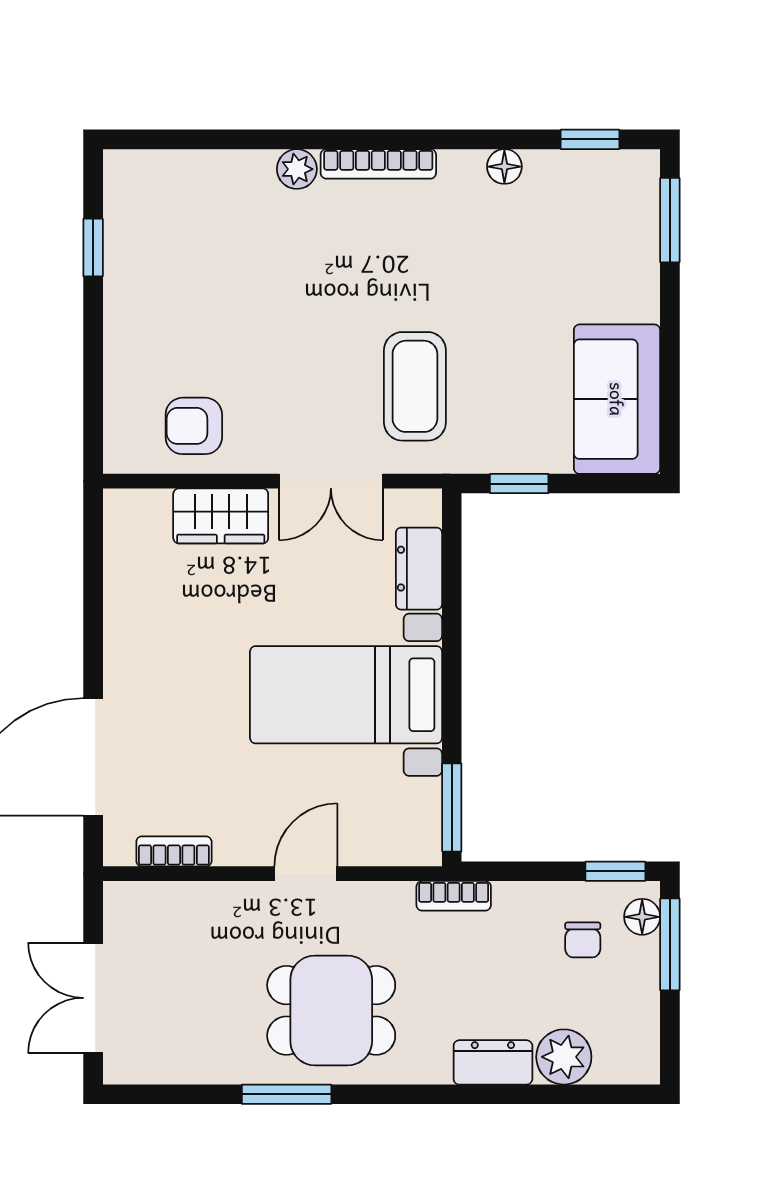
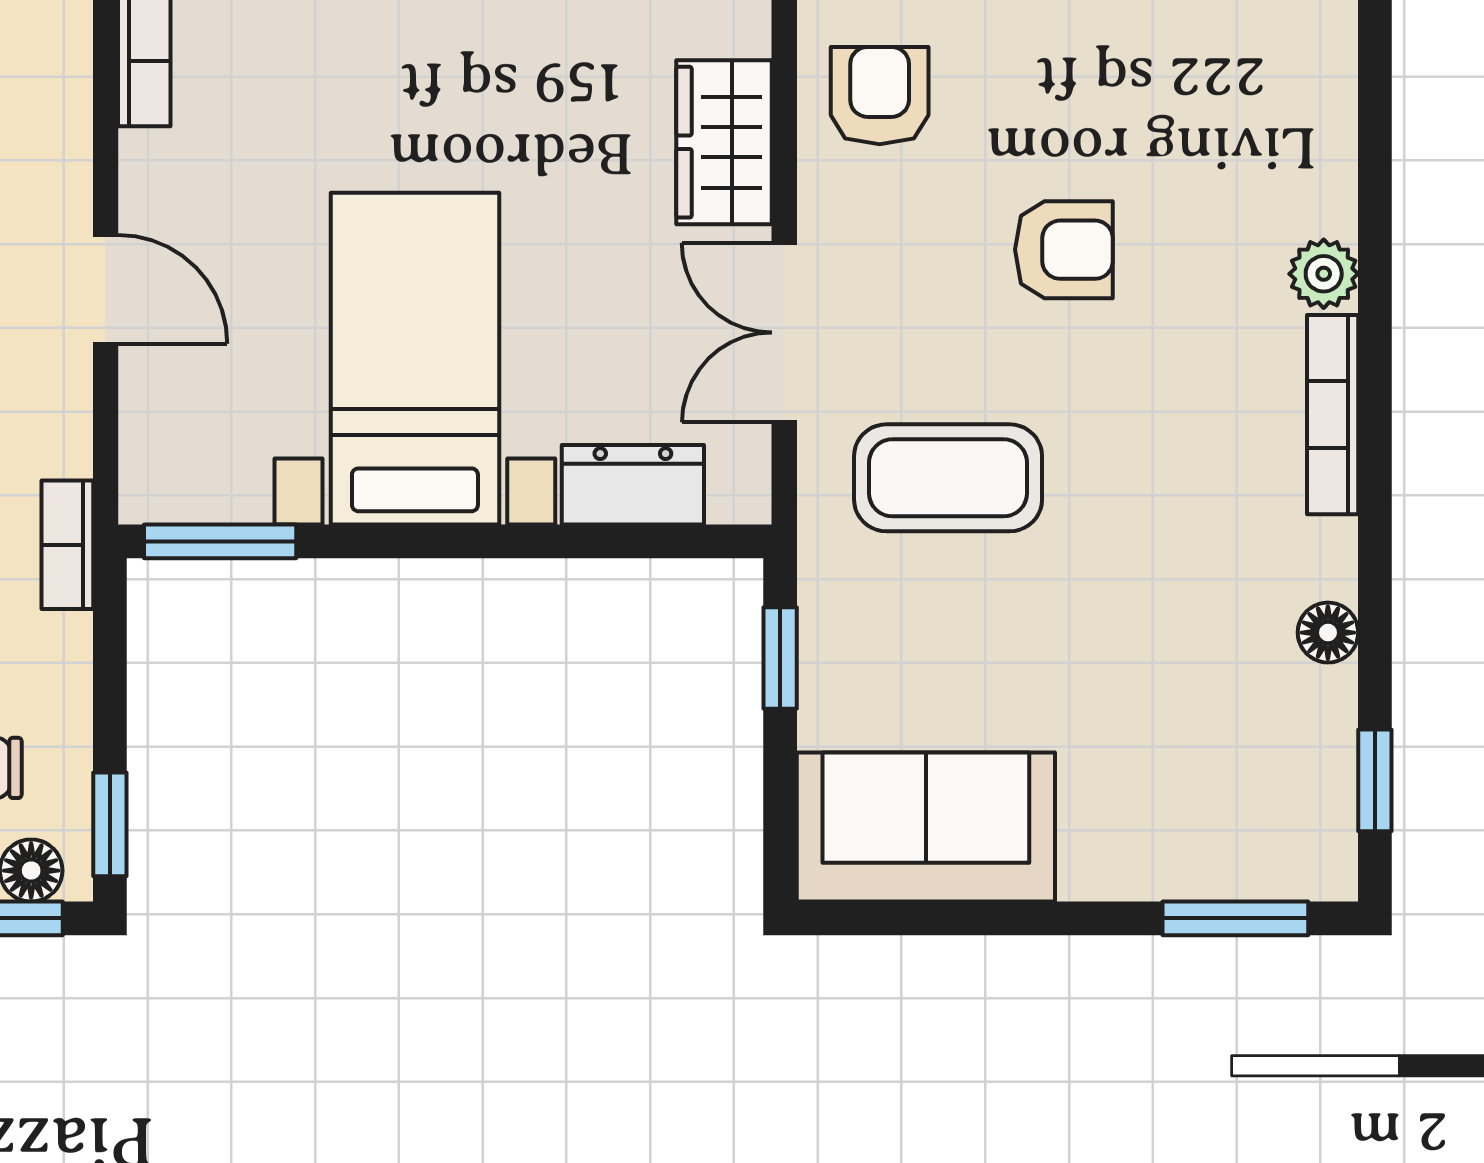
armchair: (283, 319) -> (1064, 250), added

